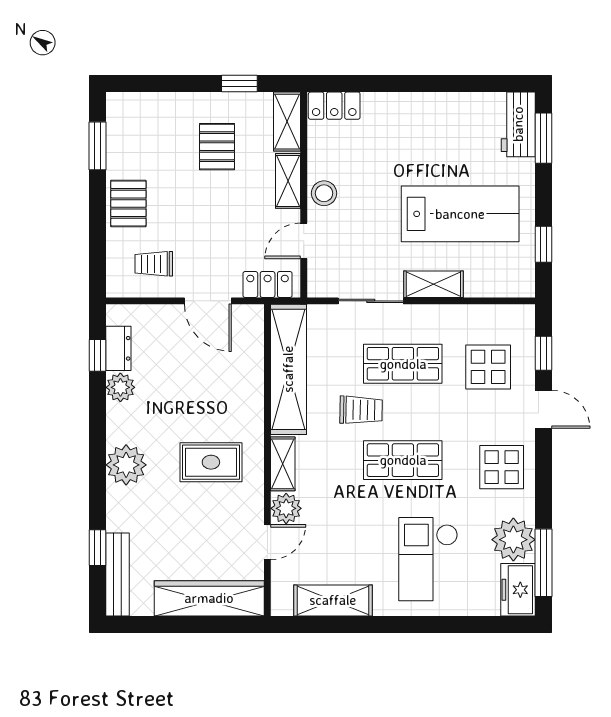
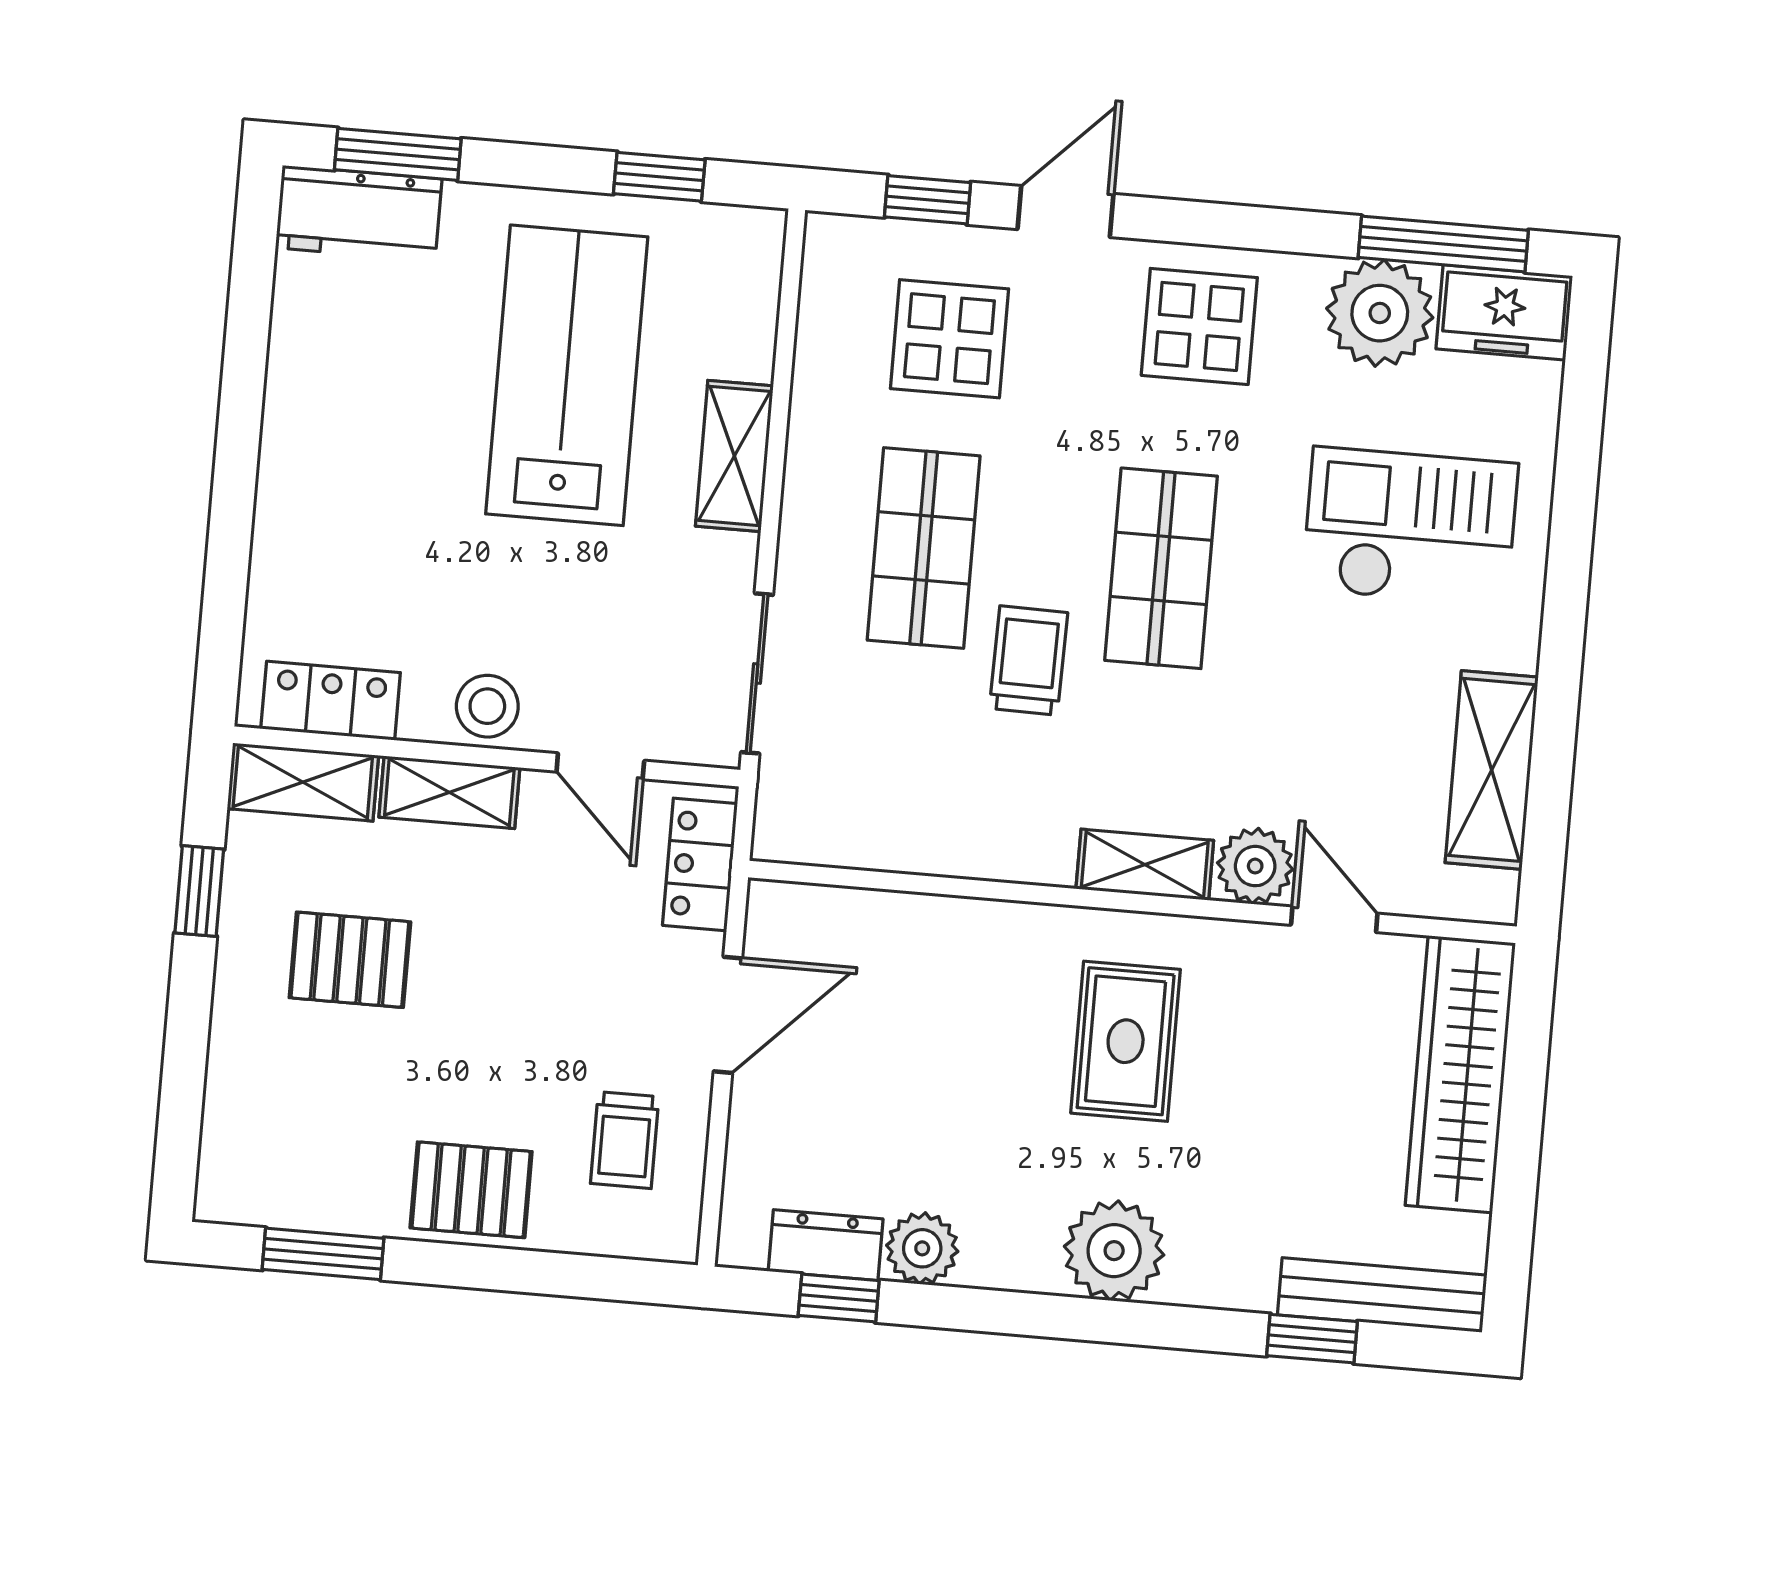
locker: (334, 106) -> (331, 701), moved, turned -90
sliding door: (371, 301) -> (757, 673), moved
shelving: (288, 369) -> (914, 831), removed
checkout: (428, 559) -> (1410, 527), turned 180

